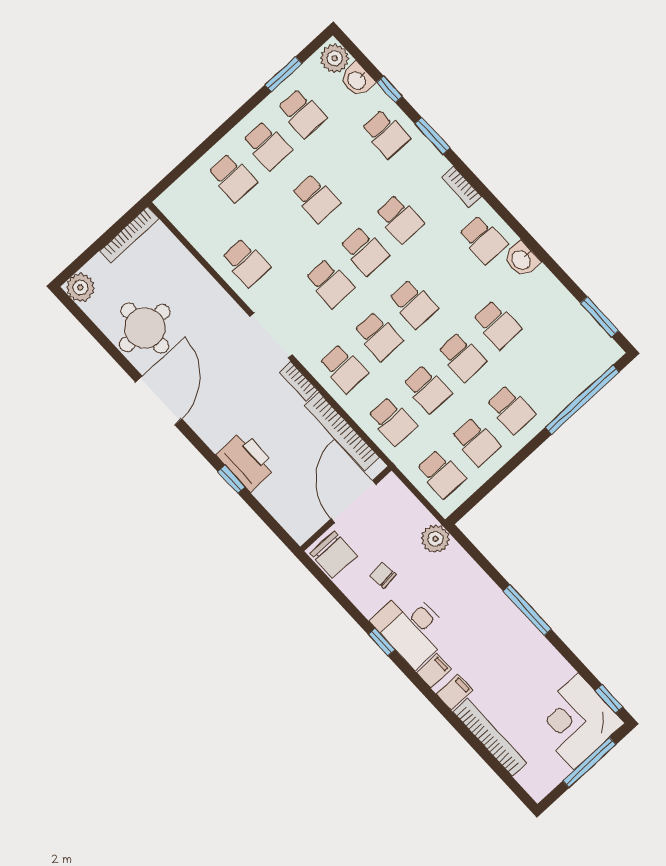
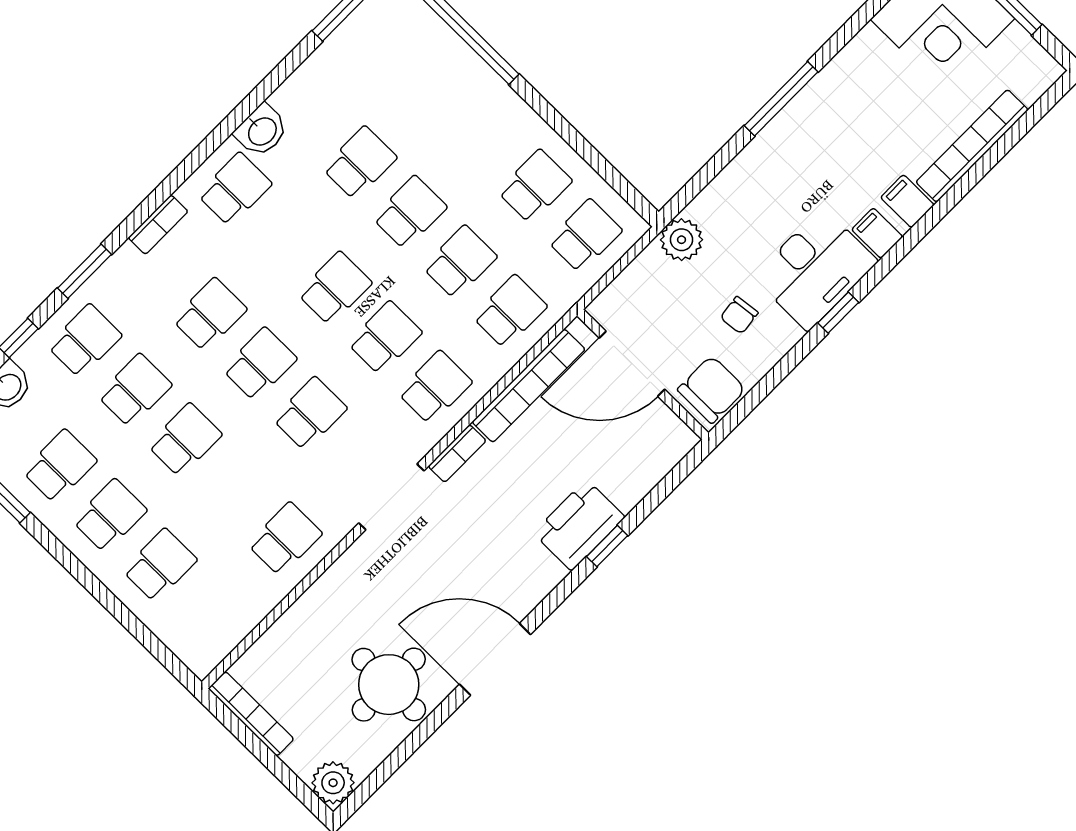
school desk: (511, 409) -> (135, 390), moved

